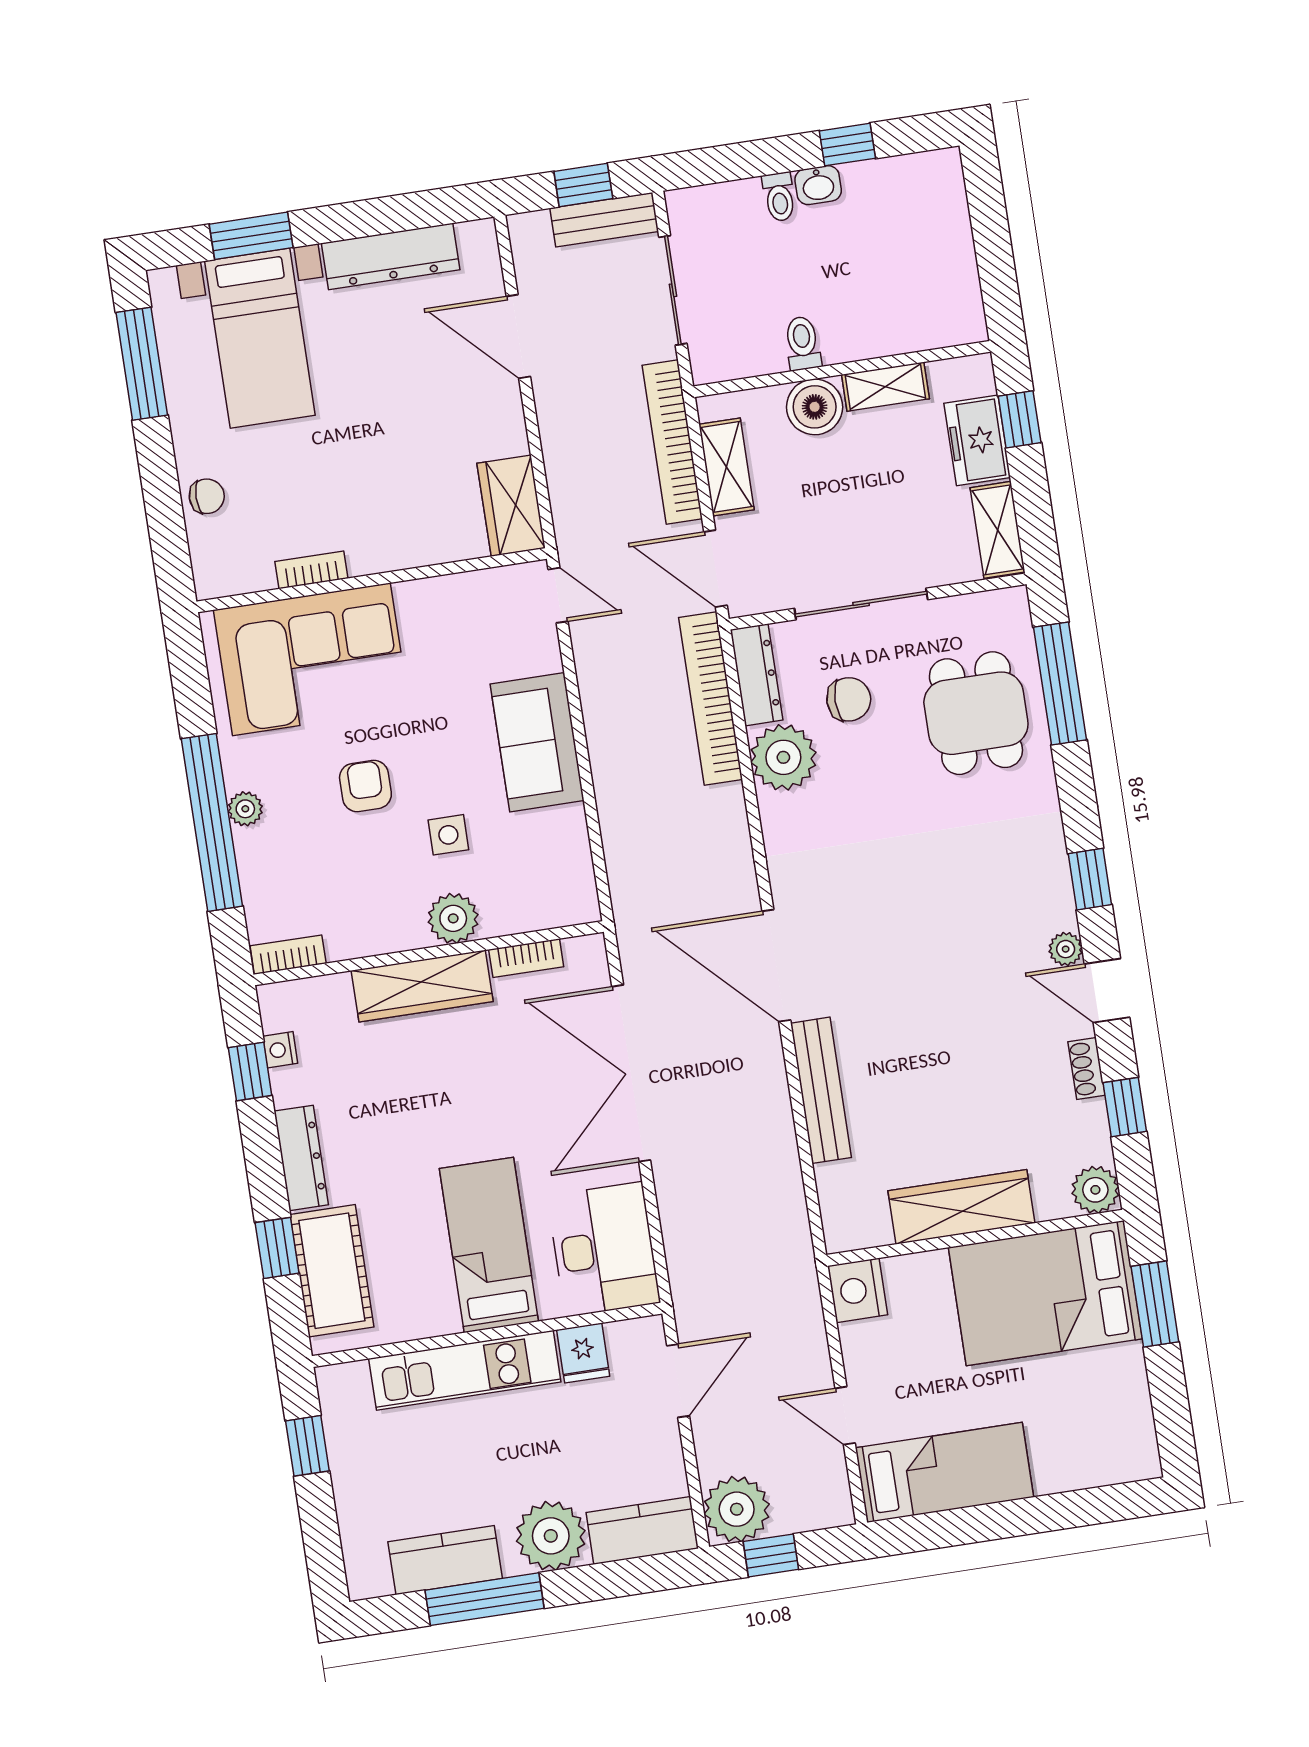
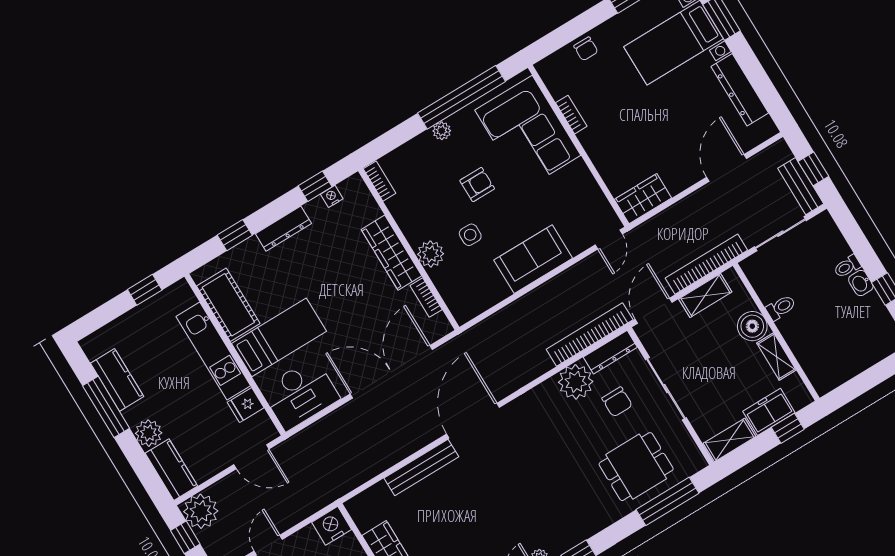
window: (212, 822) -> (461, 97), moved
cot: (332, 1271) -> (228, 305), moved, turned 90
plant: (551, 1536) -> (149, 433), width x0.73, depth x0.73

